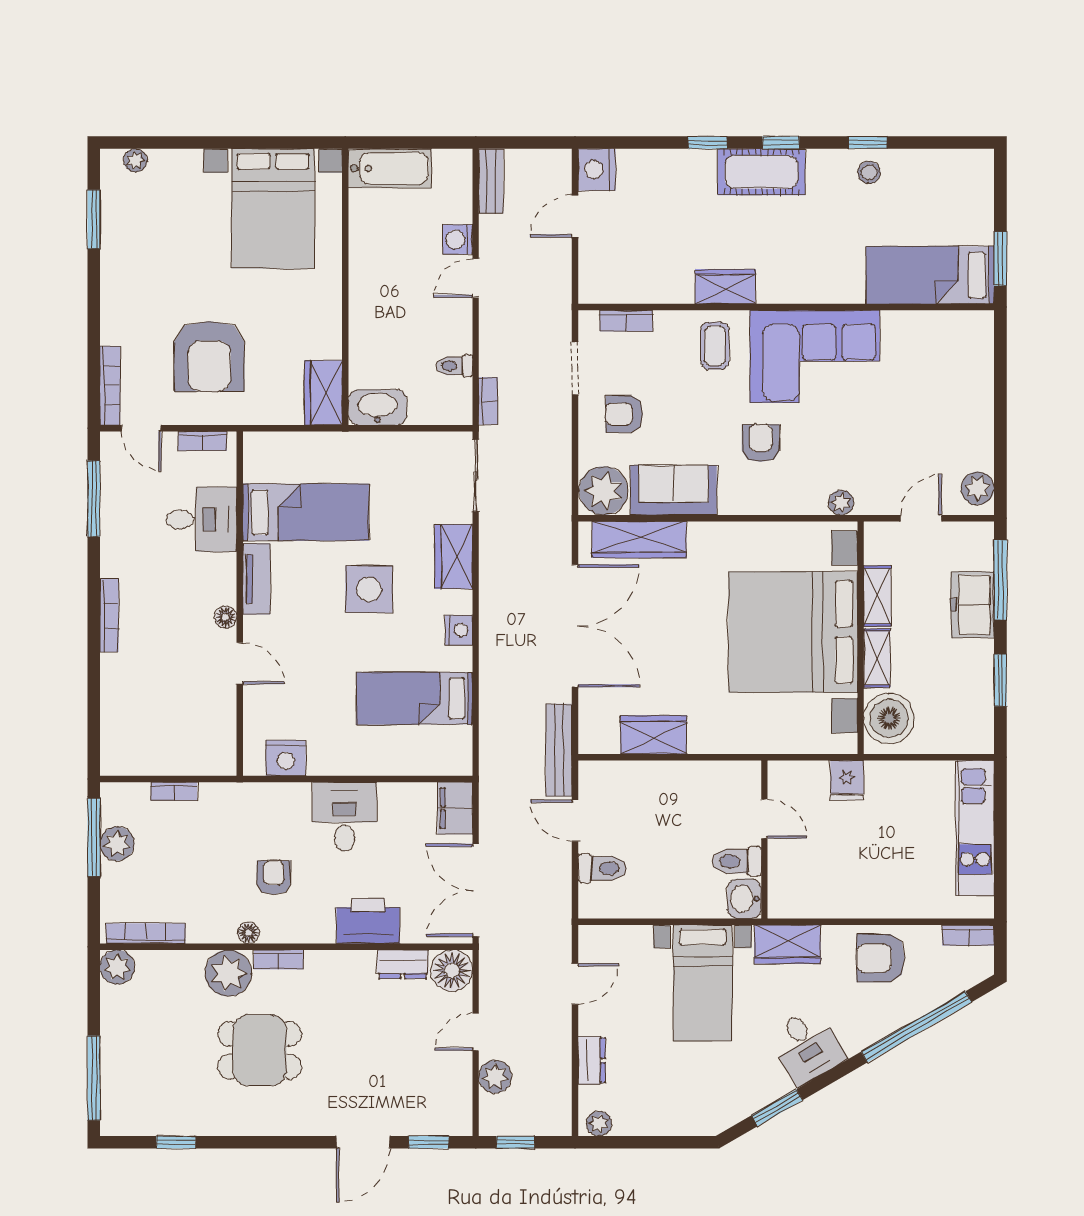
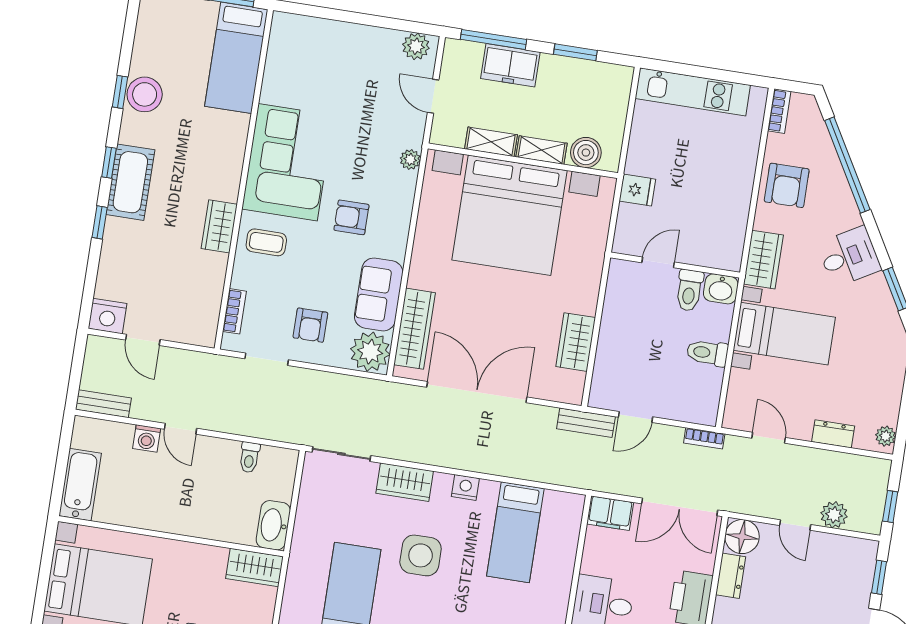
stool: (869, 172) -> (145, 94), width x1.89, depth x1.89
bookcase: (488, 401) -> (704, 438), moved, turned 180
boiler: (889, 718) -> (586, 153), width x0.73, depth x0.73
bench: (559, 750) -> (586, 423), width x0.73
toilet: (602, 868) -> (707, 353), moved, turned -90

